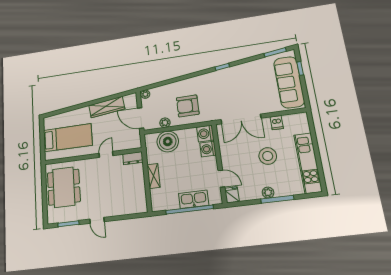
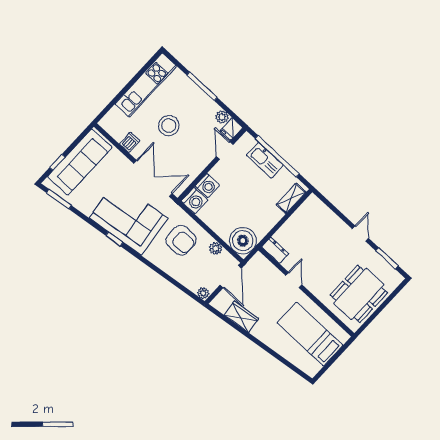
corner sofa: (228, 85) -> (129, 218), added
wardrobe: (107, 107) -> (241, 317), width x0.67
boiler: (168, 141) -> (243, 241), moved
door: (106, 154) -> (294, 280), swing flipped
shelving: (154, 176) -> (291, 198), moved
plant: (268, 193) -> (222, 117), moved

